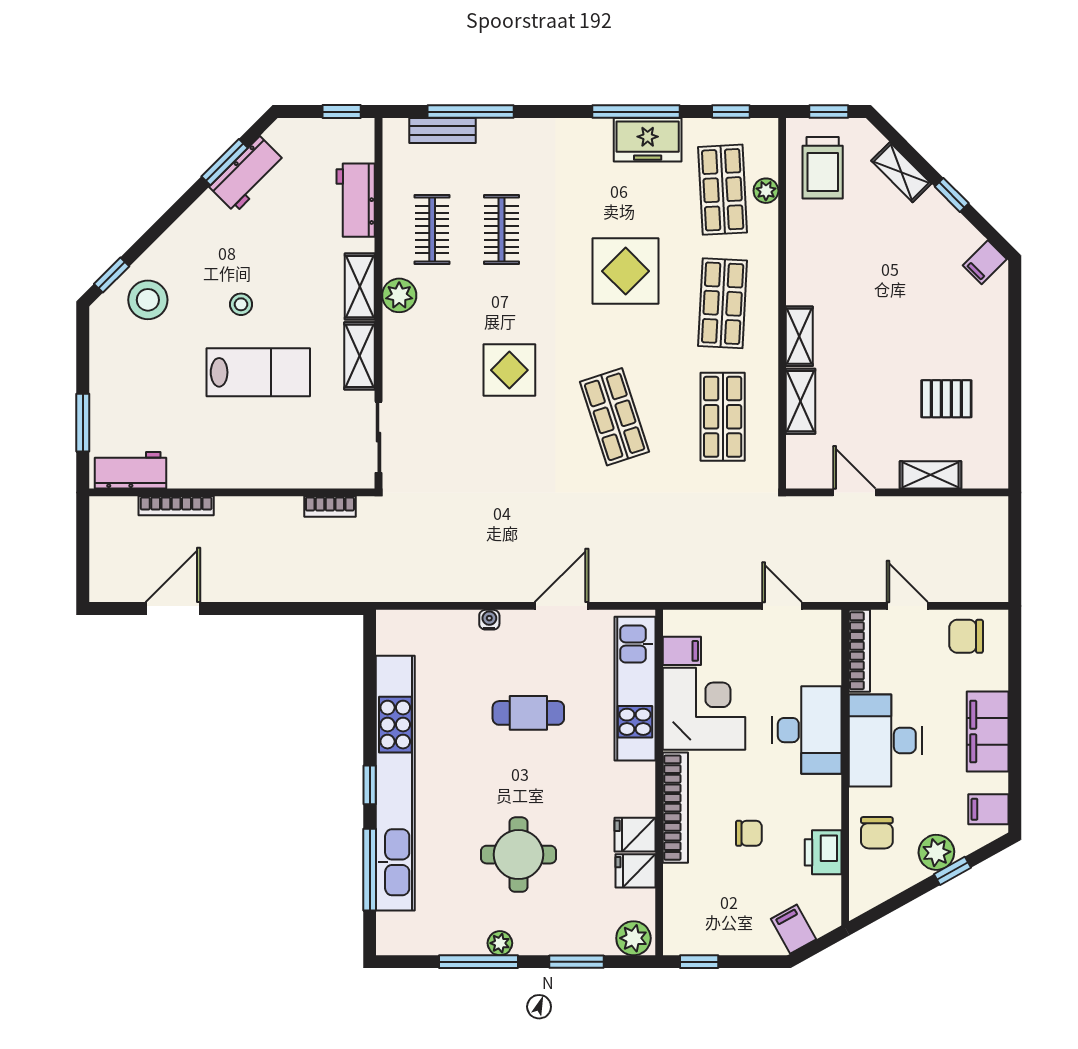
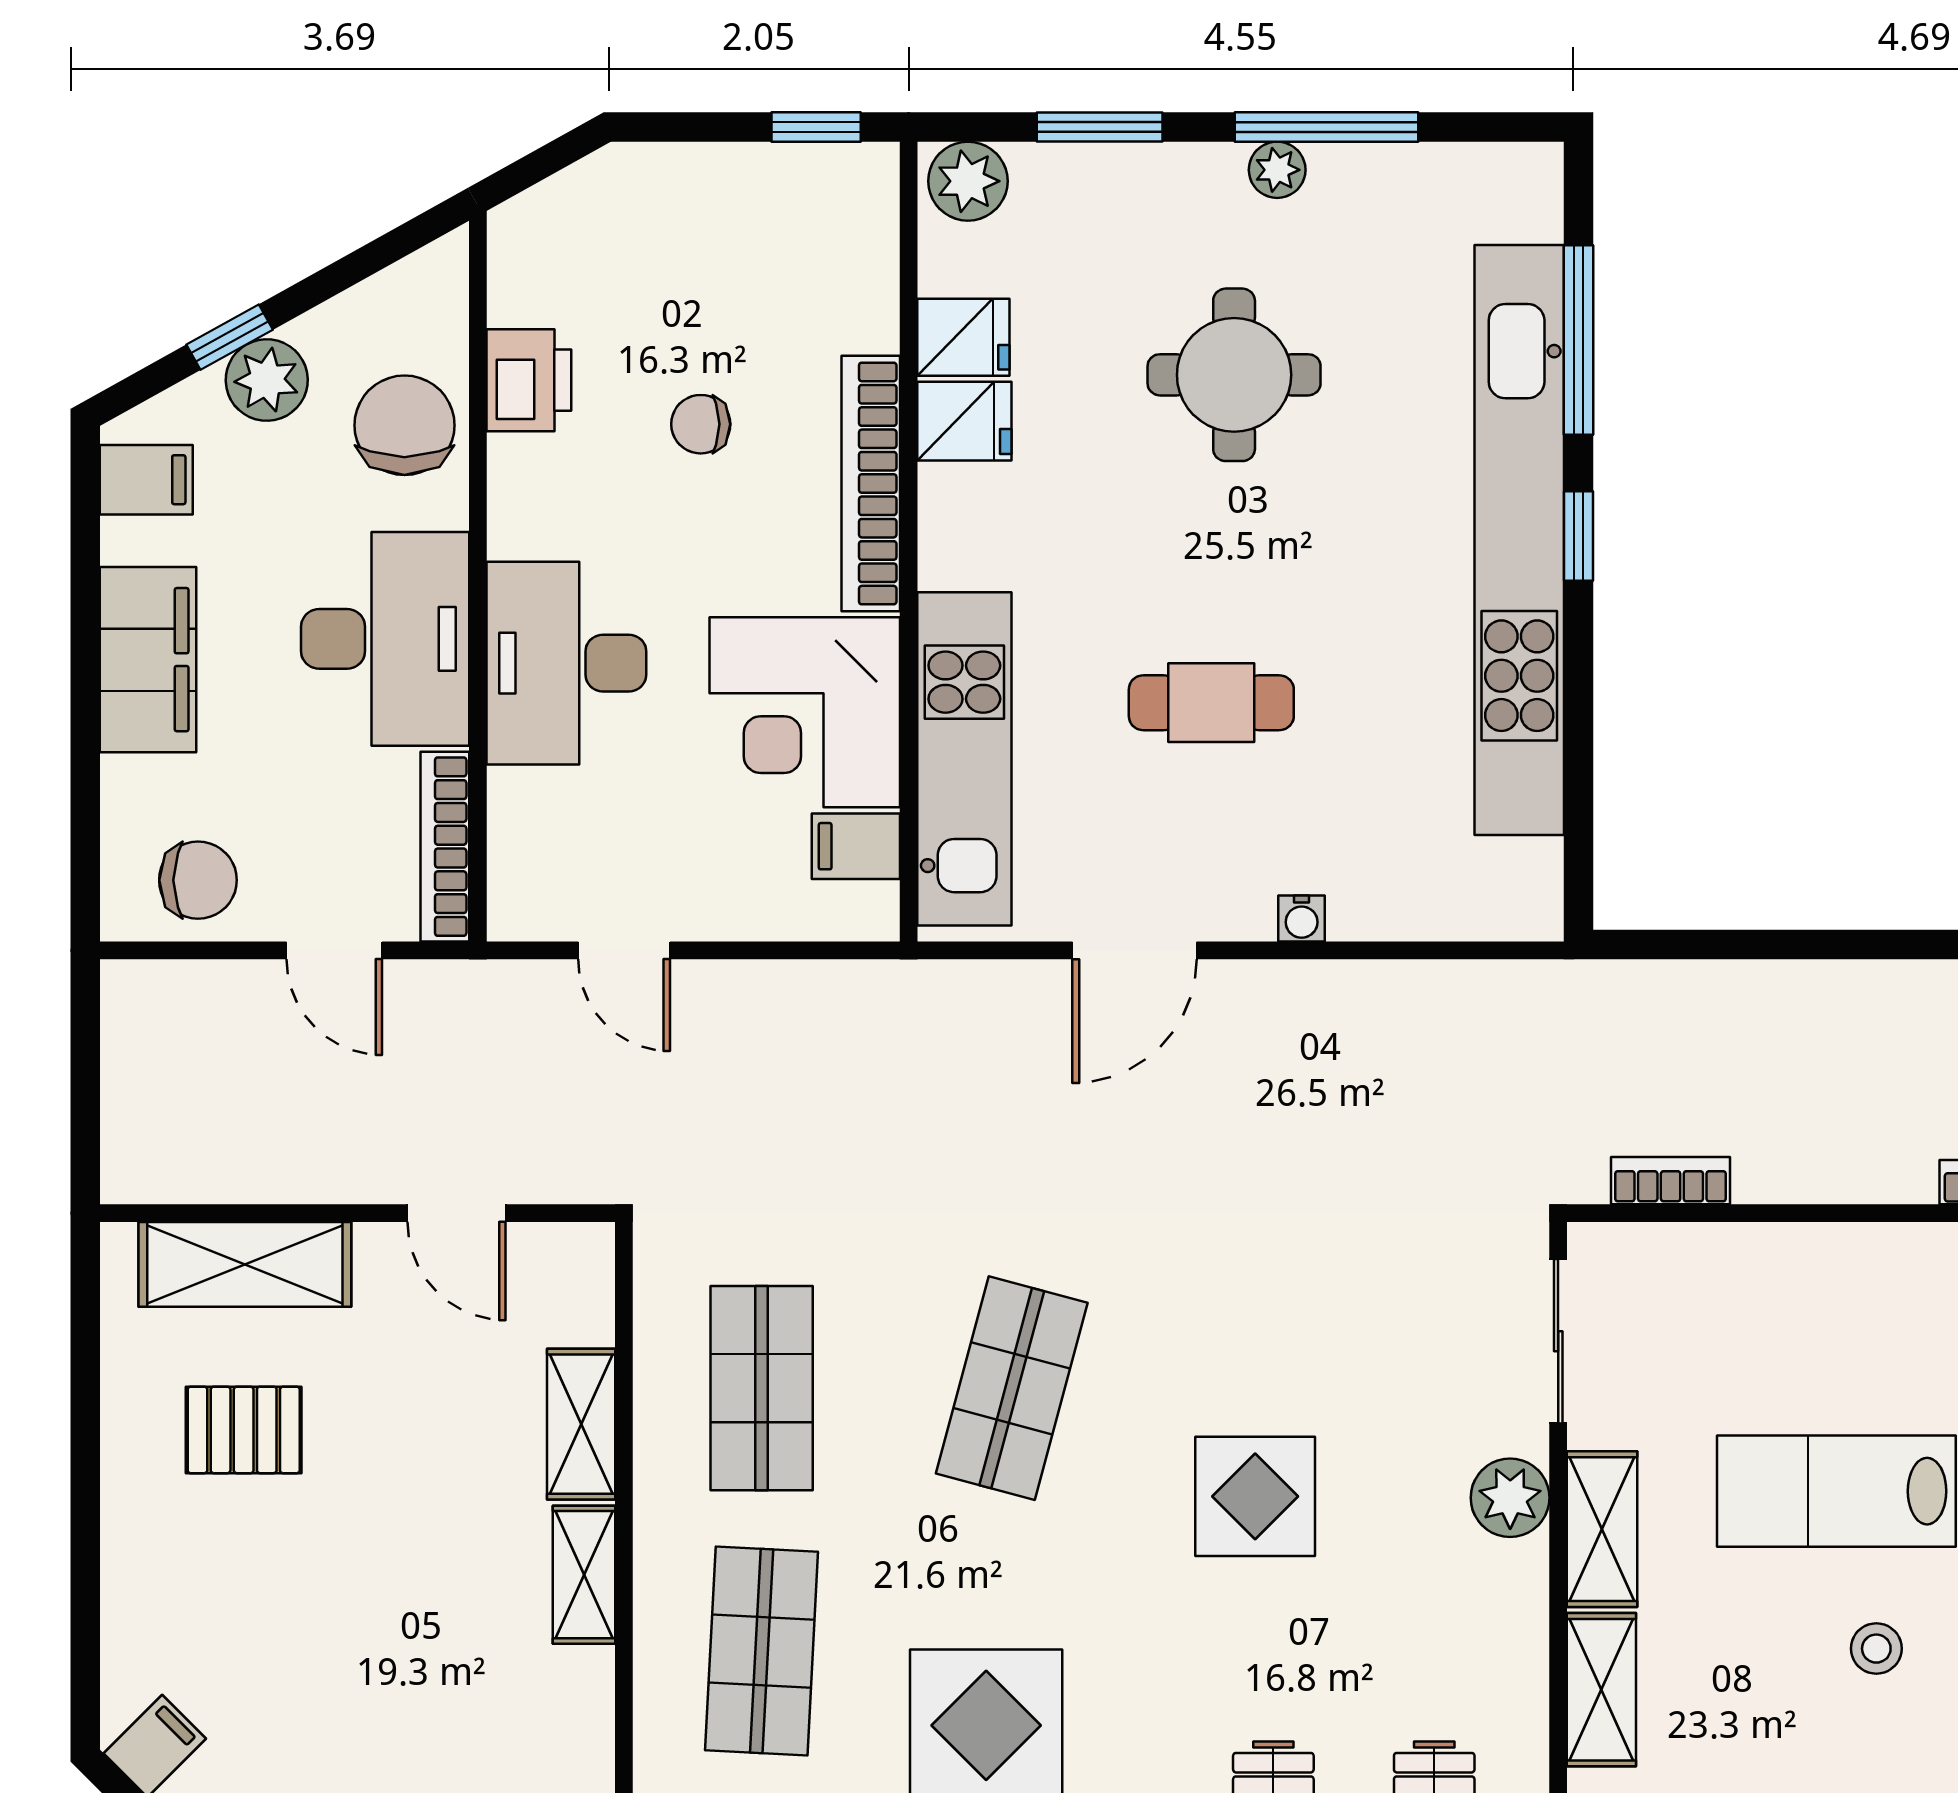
plant: (399, 295) -> (1510, 1498), moved
shop shelf: (615, 417) -> (1012, 1388), turned 33
shelving: (931, 475) -> (245, 1264), width x1.50, depth x1.33
chair: (877, 833) -> (404, 425), width x1.37, depth x1.37
filing cabinet: (793, 929) -> (598, 202), removed

